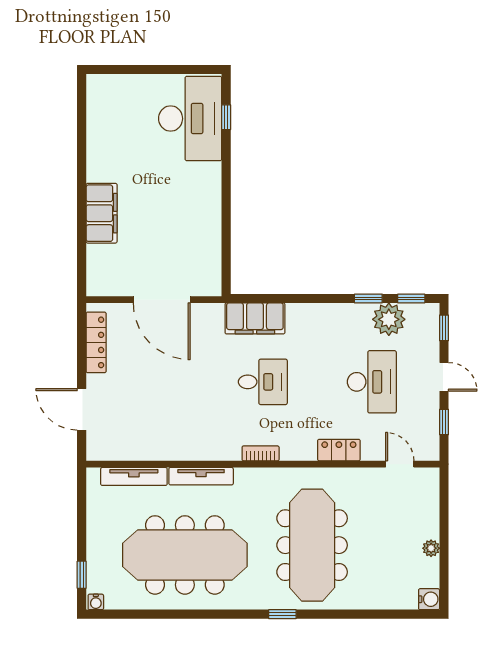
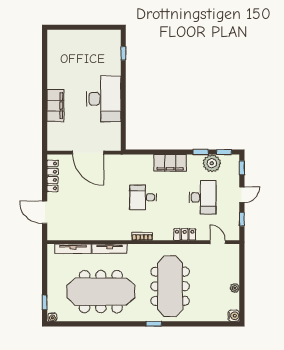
desk: (190, 119) -> (104, 99), moved
filing cabinet: (255, 318) -> (170, 163), moved
door: (444, 377) -> (242, 195), hinge flipped
desk: (263, 382) -> (143, 197), turned 180

